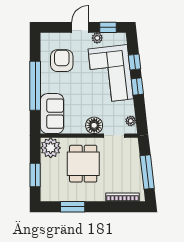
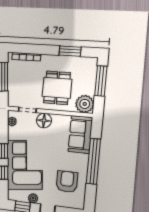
armchair: (62, 61) -> (67, 182), turned 180
window: (35, 175) -> (101, 81), width x1.44

